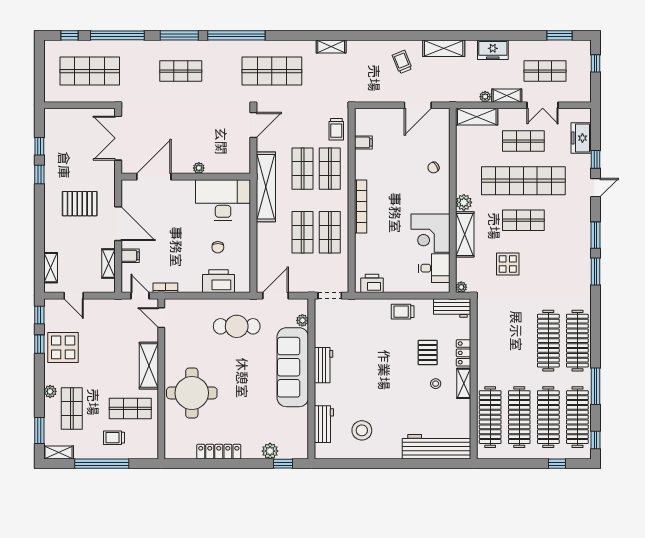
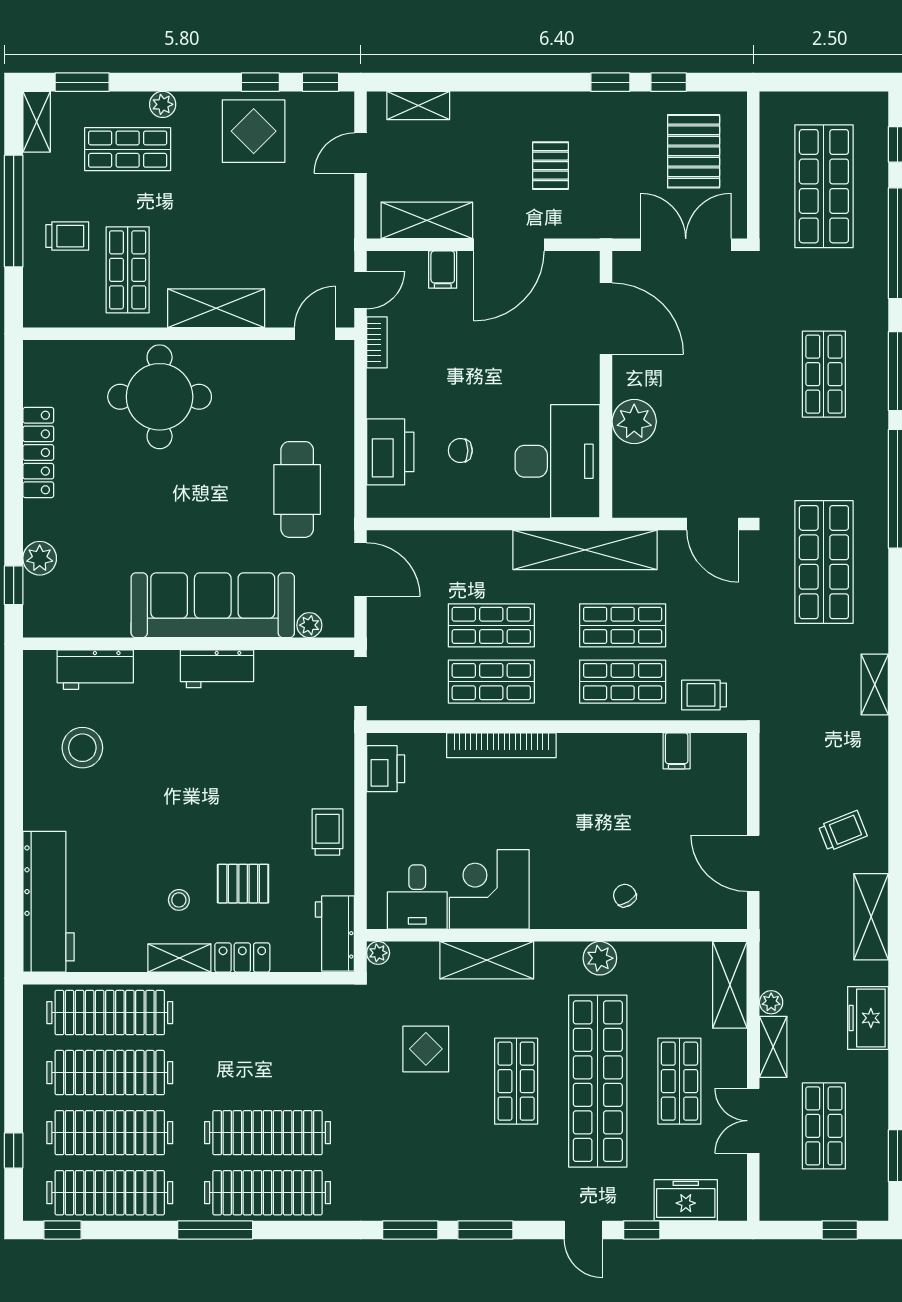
pallet: (73, 134) -> (694, 151), added
plant: (199, 168) -> (634, 422), width x1.88, depth x1.88
plant: (464, 202) -> (600, 958), moved
pallet: (80, 204) -> (550, 166), width x0.67, depth x0.71
bookcase: (361, 207) -> (501, 745), moved
shelving: (109, 264) -> (427, 220), width x1.50, depth x1.33
window: (595, 386) -> (215, 1230), moved
trolley: (114, 438) -> (67, 236), turned 90

